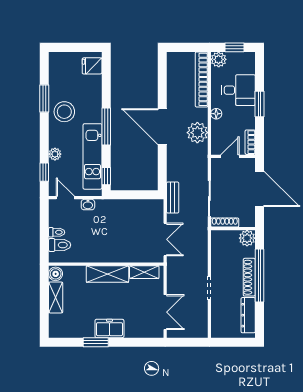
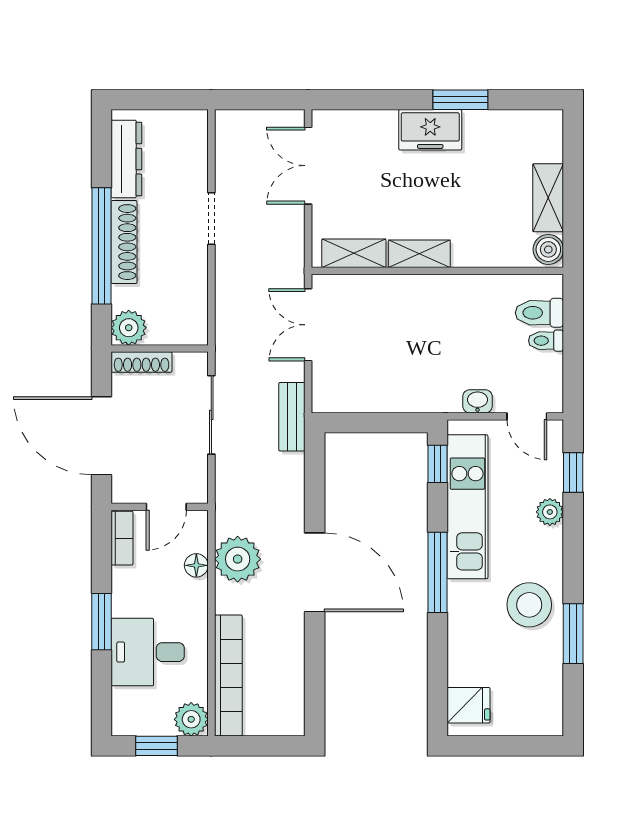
floor lamp: (216, 114) -> (196, 565), moved
shoe rack: (225, 222) -> (142, 362), moved
shelving: (107, 274) -> (419, 254), width x0.67, depth x0.75

